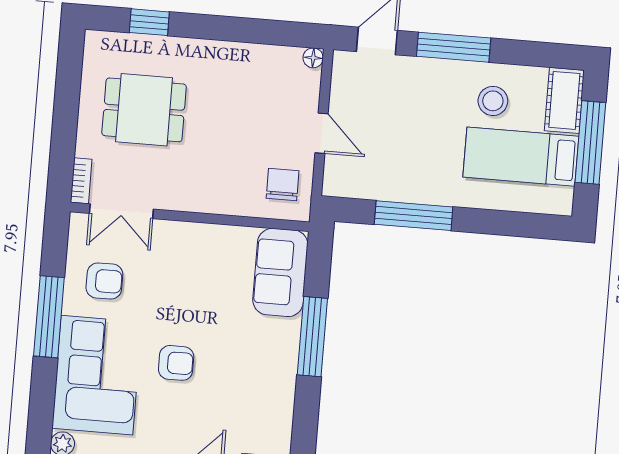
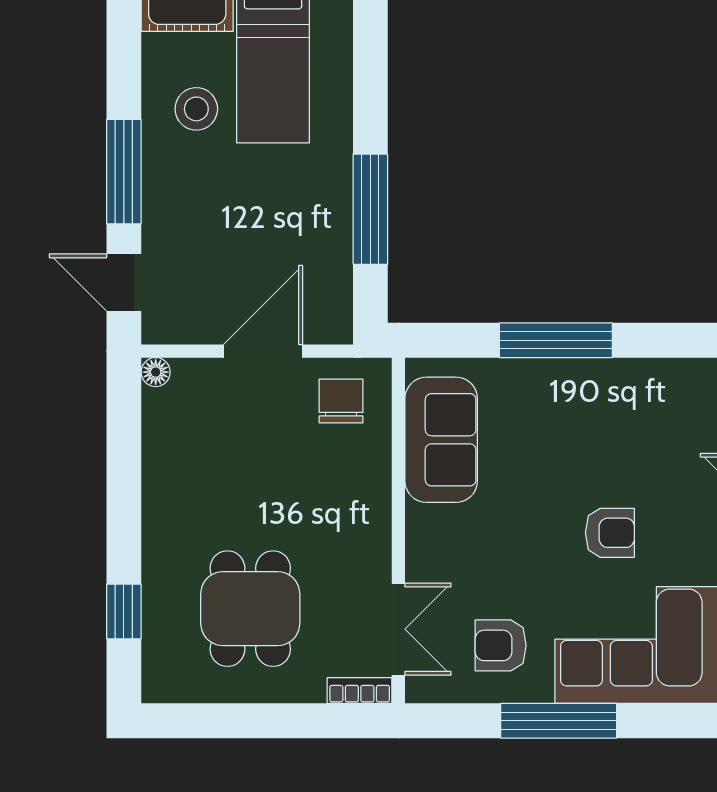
door: (322, 133) -> (263, 351), width x1.38
chair: (283, 184) -> (341, 401), turned 90
sofa: (280, 272) -> (441, 440), moved, turned -90
armchair: (104, 281) -> (501, 645), turned -90
armchair: (176, 363) -> (610, 533), turned 90

